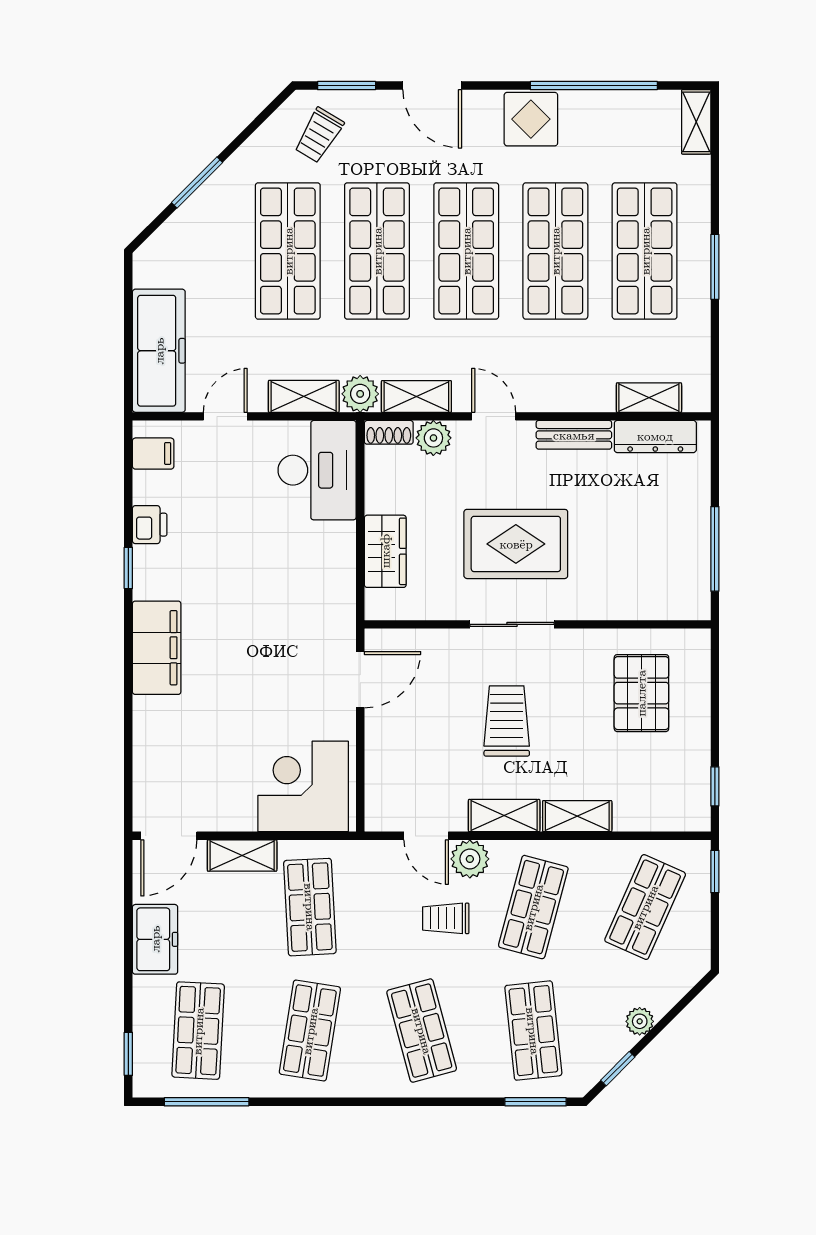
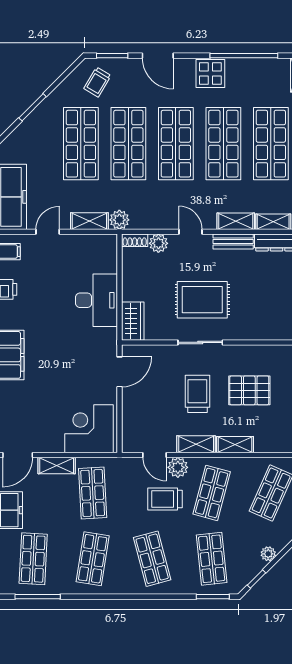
shelving: (416, 396) -> (236, 221), moved
desk: (317, 470) -> (96, 300), moved
wardrobe: (385, 551) -> (133, 321), moved
pallet: (641, 693) -> (249, 390), moved, turned 90
trolley: (446, 918) -> (165, 499), width x1.36, depth x1.39

